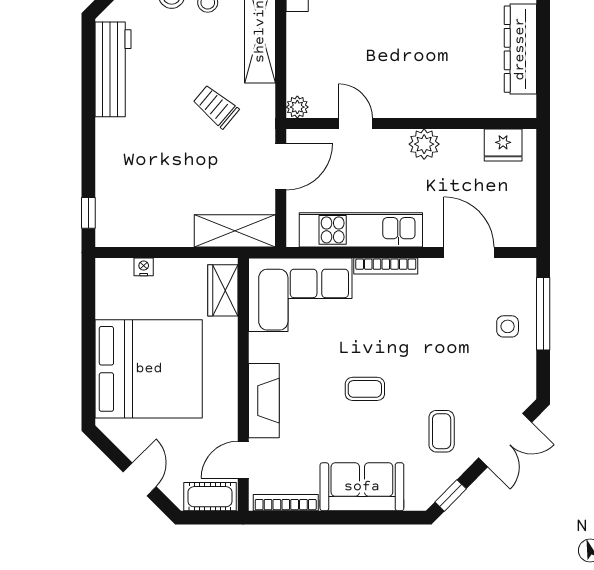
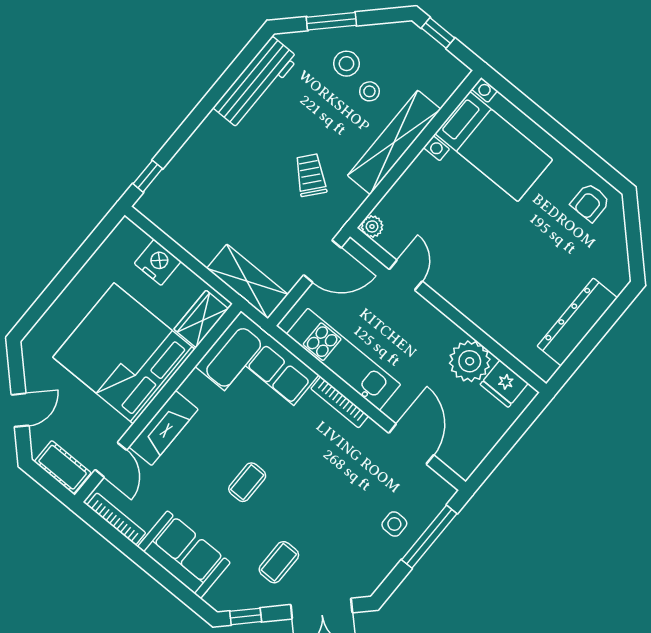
plant: (424, 144) -> (470, 361), moved, width x1.36, depth x1.36
nightstand: (144, 267) -> (158, 262), width x1.89, depth x1.79
bed: (149, 369) -> (124, 353), moved, turned 180
coffee table: (365, 389) -> (247, 482), turned 90
door: (243, 460) -> (111, 460), swing flipped

